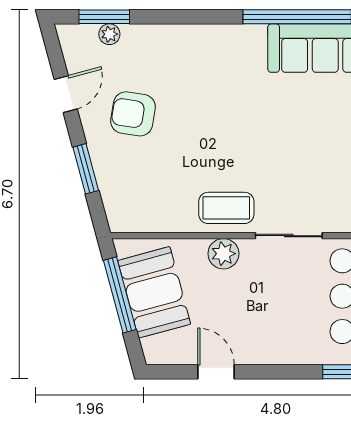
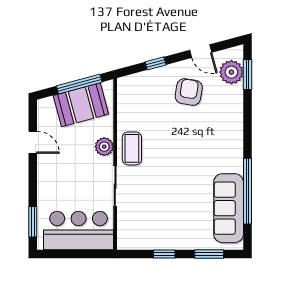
plant: (109, 34) -> (231, 72), width x1.88, depth x1.88
window: (86, 169) -> (156, 63), width x0.67
door: (216, 372) -> (33, 142), hinge flipped

